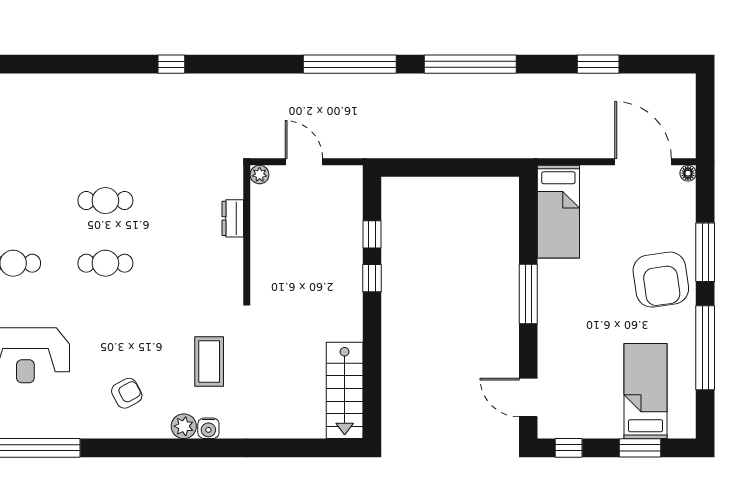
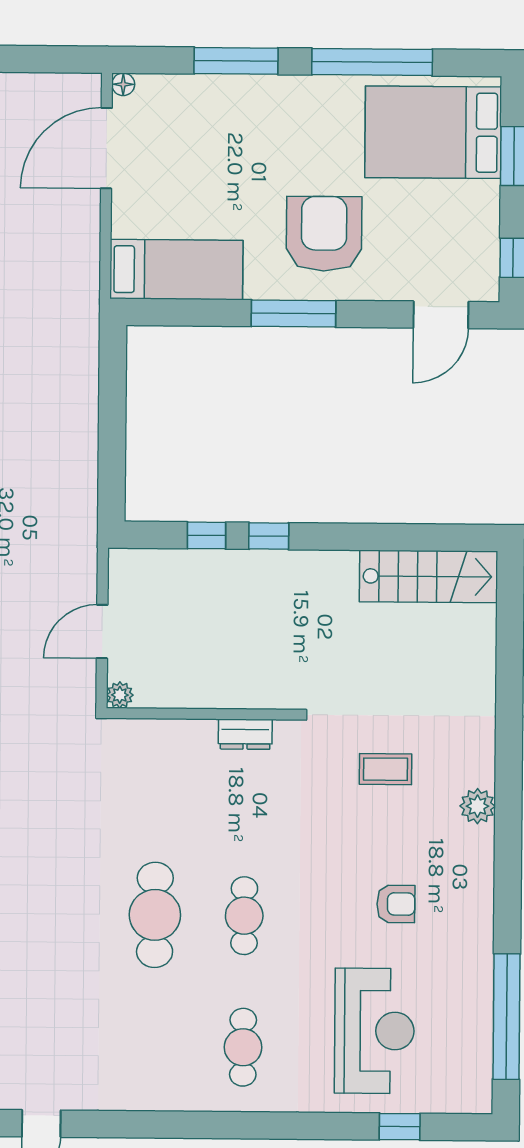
cafe table: (105, 201) -> (155, 915), width x1.37, depth x1.35
dresser: (233, 218) -> (245, 734), moved
armchair: (661, 280) -> (324, 234), moved, turned -82
coffee table: (209, 361) -> (385, 769), width x0.73, depth x0.77
bed: (646, 391) -> (433, 132), width x1.50
armchair: (127, 393) -> (396, 904), moved, turned 118
water cooler: (208, 428) -> (481, 771), removed

